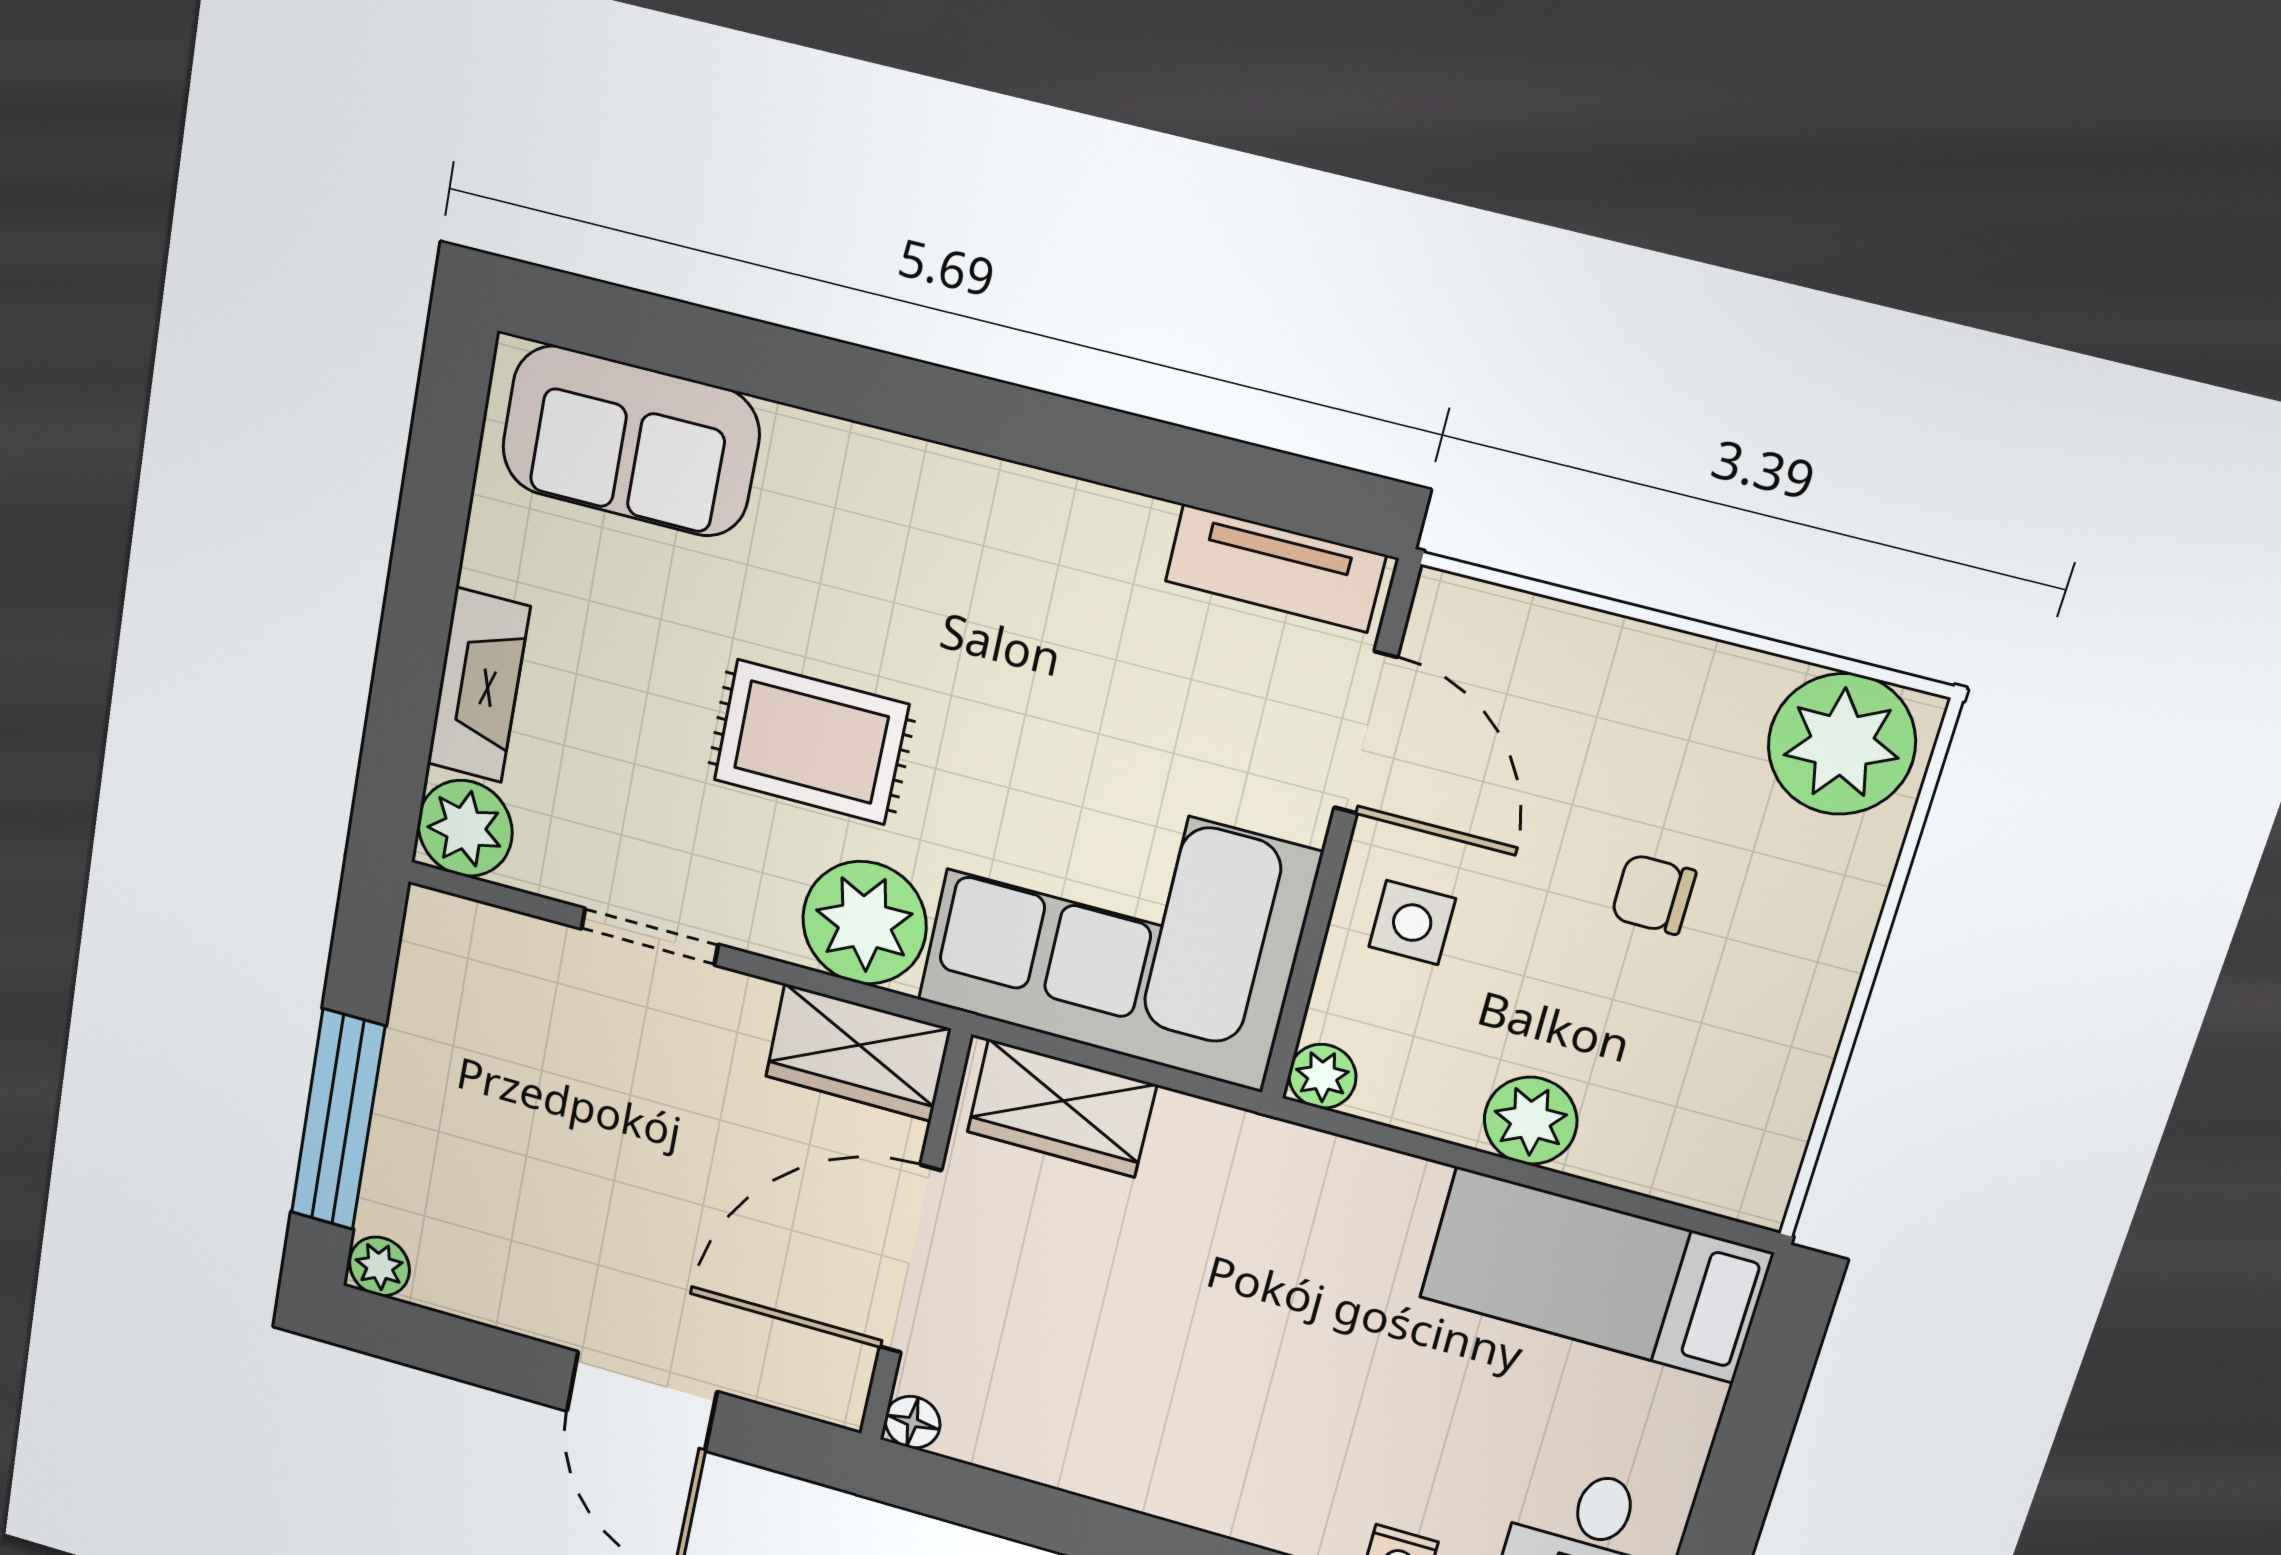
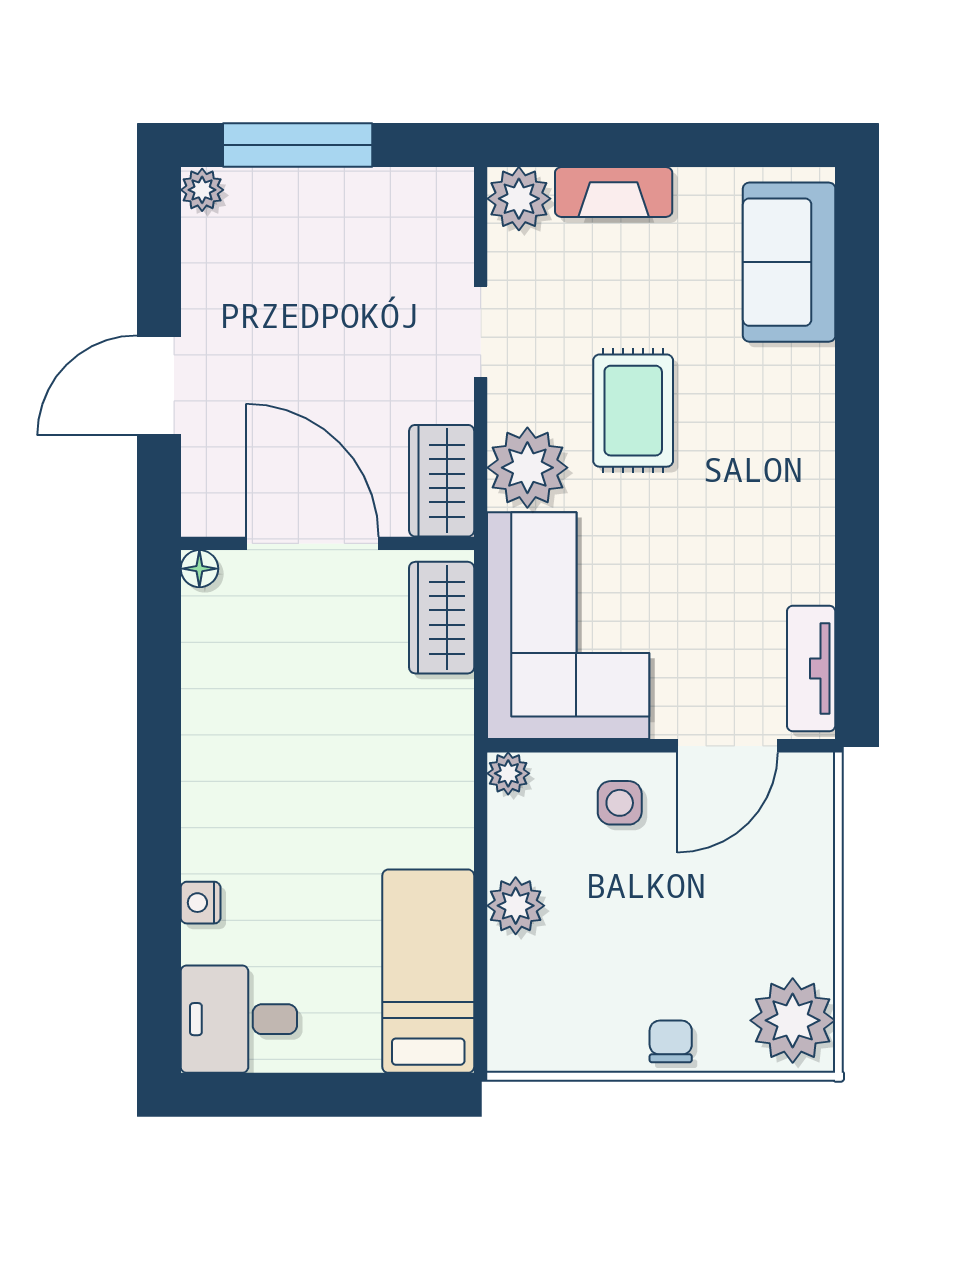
chair: (1653, 894) -> (671, 1041), moved

